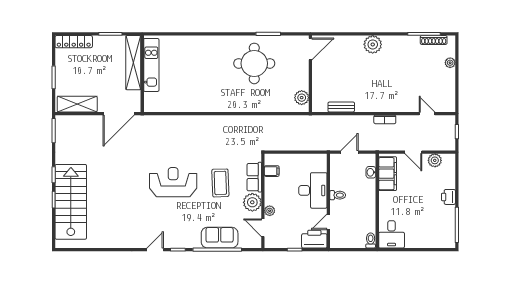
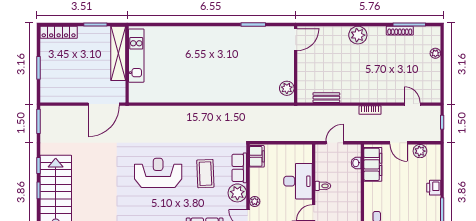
shoe rack: (434, 40) -> (400, 31), moved
round table: (254, 63) -> (239, 54), removed
shelving: (77, 104) -> (62, 95), removed
filing cabinet: (272, 171) -> (257, 156), width x2.00

